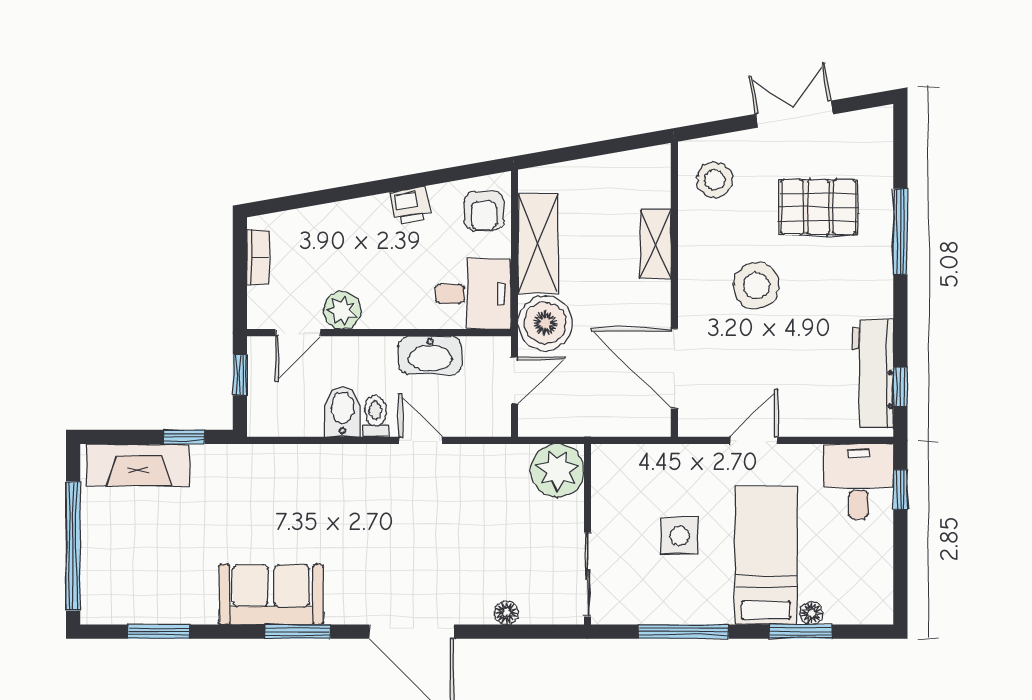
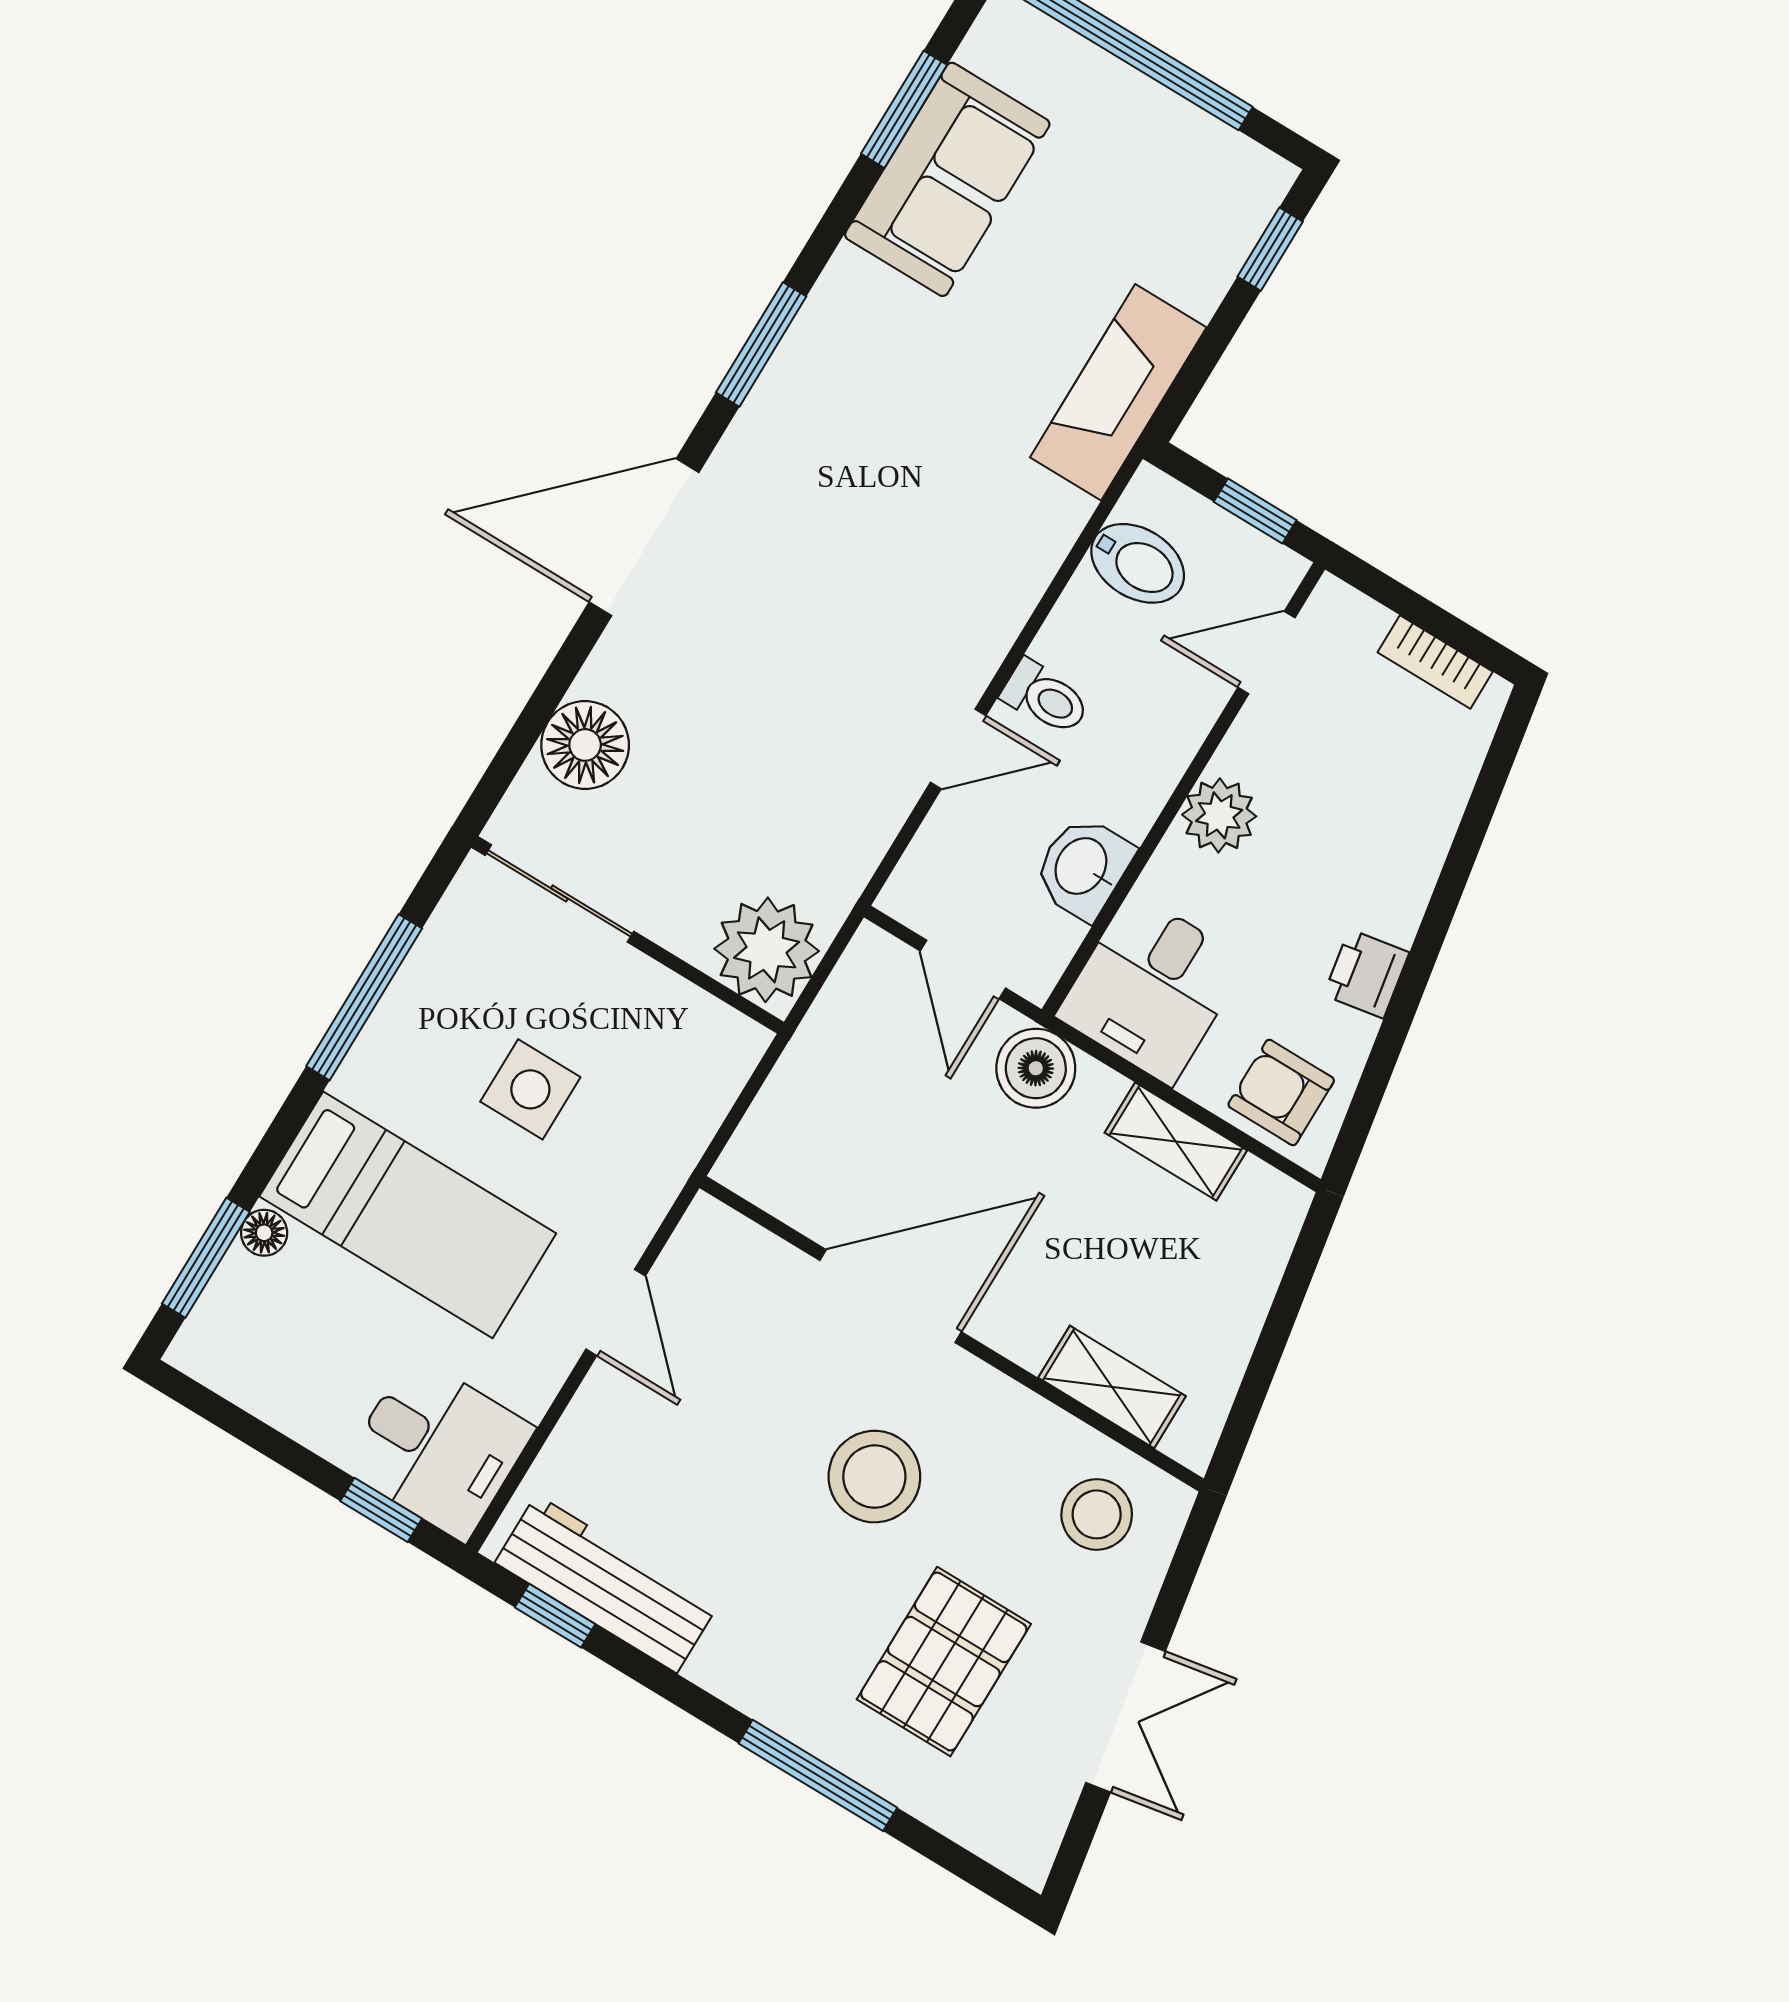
shelving: (538, 243) -> (1176, 1142), width x0.67, depth x0.75
shelving: (656, 244) -> (1112, 1387), moved
plant: (342, 310) -> (1219, 815), moved
boiler: (545, 323) -> (1036, 1068), width x0.73, depth x0.73
door: (298, 333) -> (1267, 653), hinge flipped
washbasin: (430, 356) -> (1083, 867), width x0.72
door: (674, 369) -> (891, 1296), moved
bidet: (342, 412) -> (1138, 563), moved
window: (184, 437) -> (1270, 249), moved
fireplace: (139, 465) -> (1118, 392), moved
sofa: (271, 595) -> (947, 179), moved
floor lamp: (506, 613) -> (585, 745), width x1.89, depth x1.89
window: (800, 632) -> (206, 1258), moved

